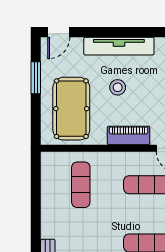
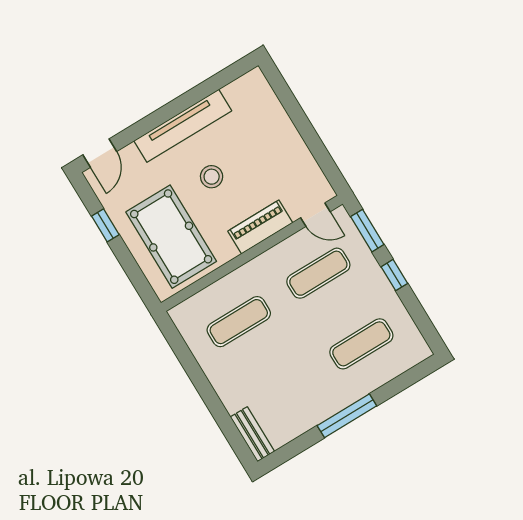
window: (36, 78) -> (105, 225), width x0.67
exercise mat: (81, 185) -> (239, 322), turned 90

